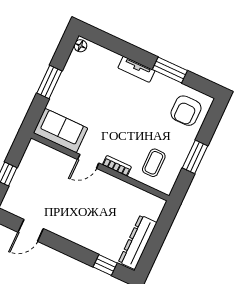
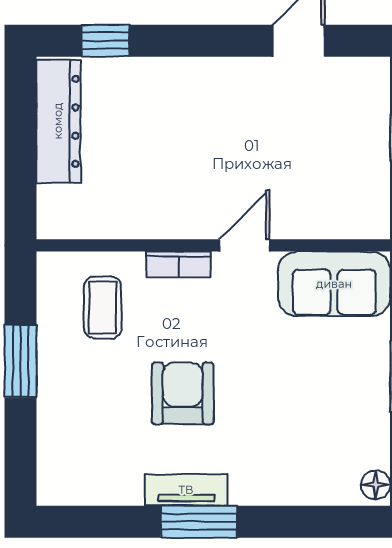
tv unit: (136, 69) -> (186, 490), moved
window: (170, 70) -> (199, 522), moved
armchair: (186, 111) -> (183, 393), moved

